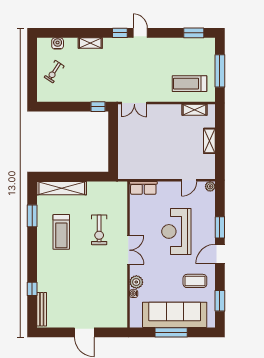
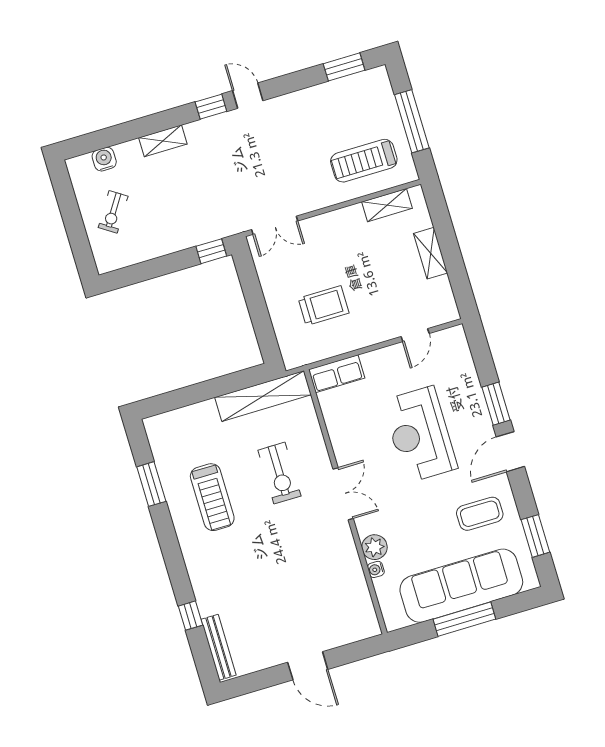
trolley: (147, 151) -> (324, 306), added
plant: (210, 186) -> (456, 335), removed
shelving: (62, 188) -> (263, 396), moved

